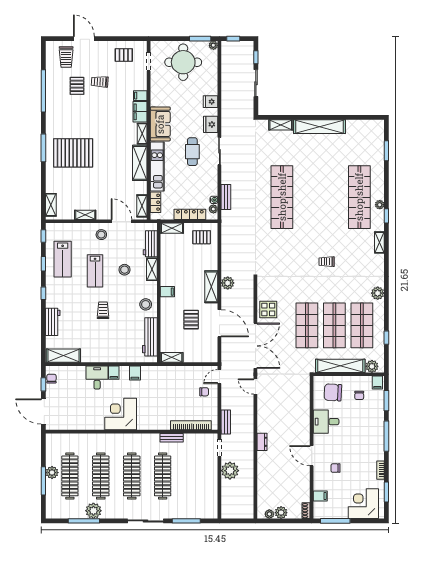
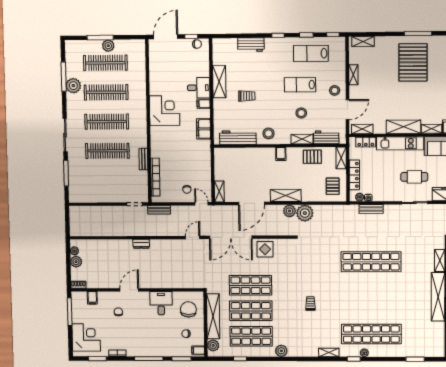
trolley: (103, 310) -> (247, 96), moved
pallet: (191, 320) -> (312, 157), moved
shelving: (63, 356) -> (219, 82), moved
shelving: (172, 357) -> (219, 191), moved
filing cabinet: (135, 373) -> (204, 129), width x2.00
plant: (230, 471) -> (305, 213), moved

